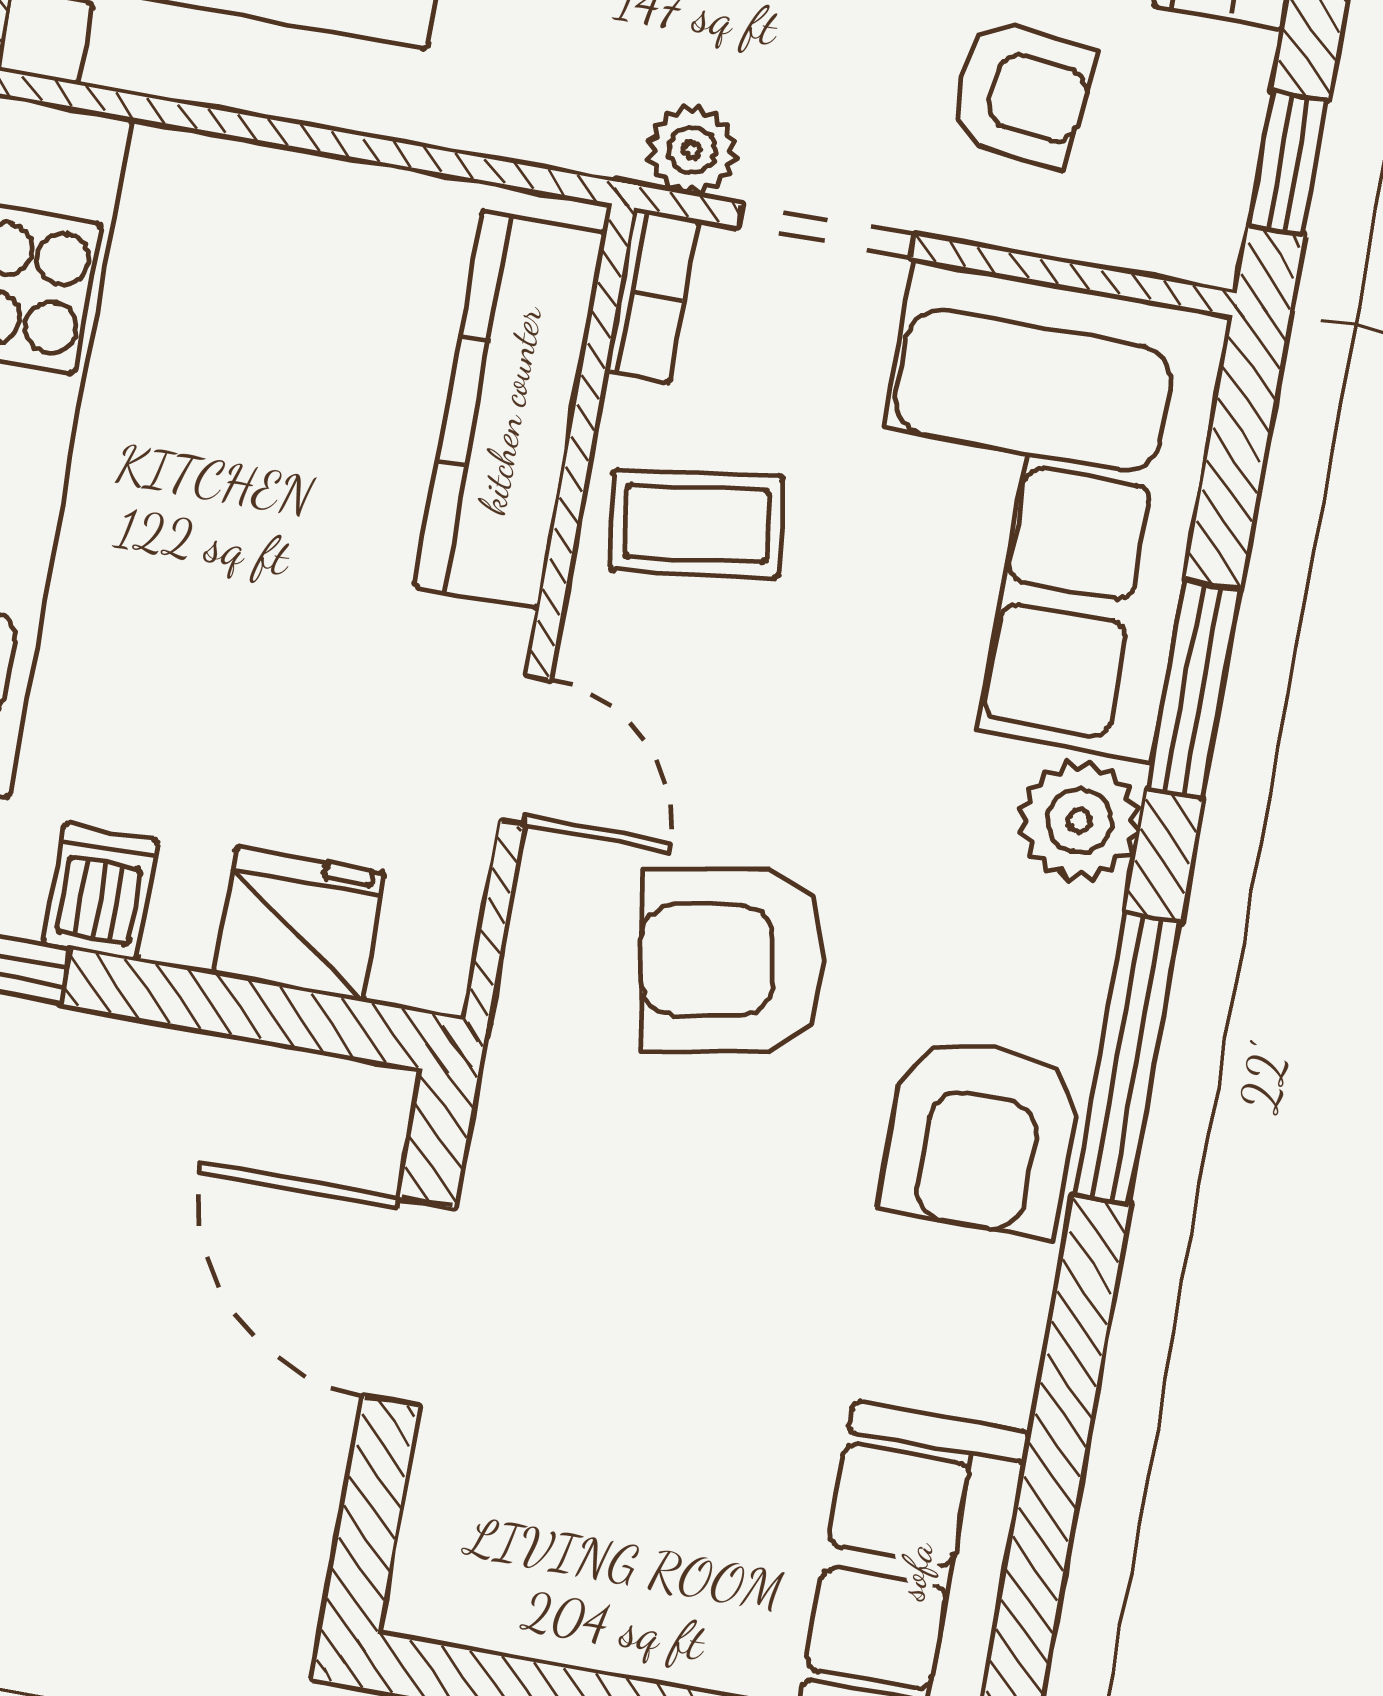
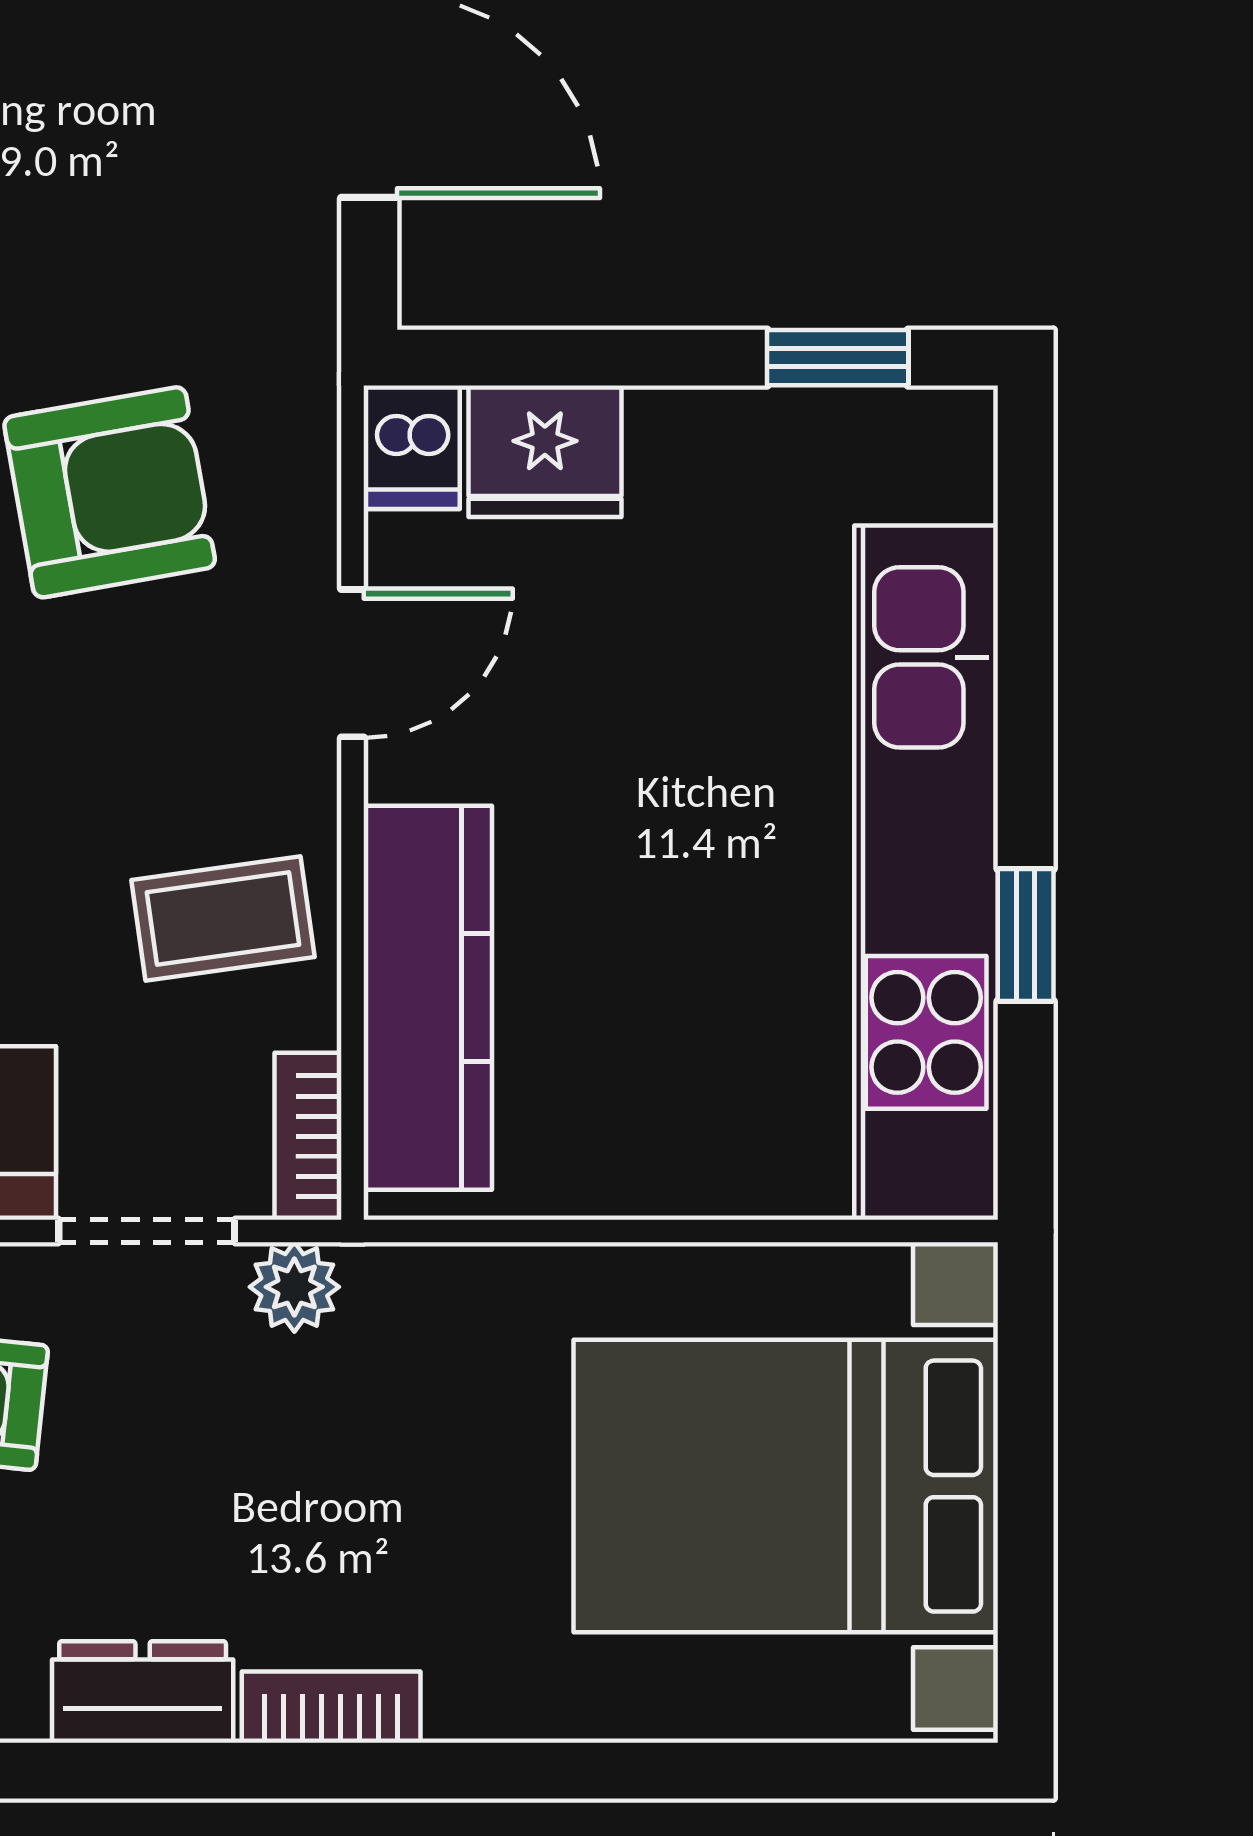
door: (525, 750) -> (353, 663), swing flipped
dishwasher: (101, 892) -> (412, 447), moved

